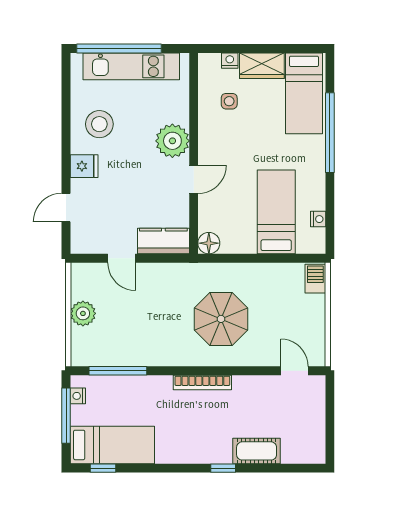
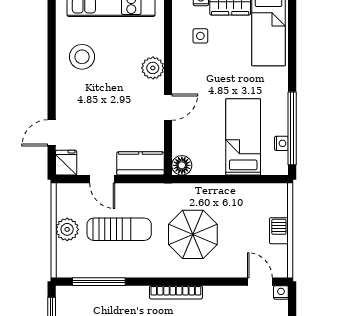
window: (330, 133) -> (292, 128), moved
plant: (172, 141) -> (153, 68), width x0.73, depth x0.73
fridge: (84, 166) -> (66, 163), moved, turned -90
barbecue: (315, 279) -> (279, 231), moved
sun lounger: (140, 313) -> (119, 229), added
nightstand: (78, 396) -> (281, 292), moved, turned 90

